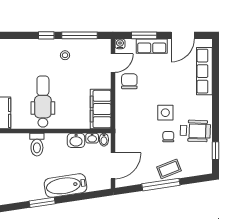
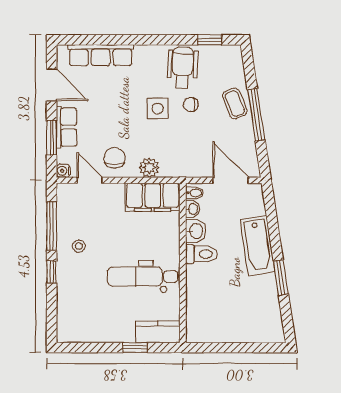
chair: (129, 81) -> (115, 158), turned 90
plant: (122, 106) -> (149, 168), added
toilet: (37, 145) -> (201, 254), moved

